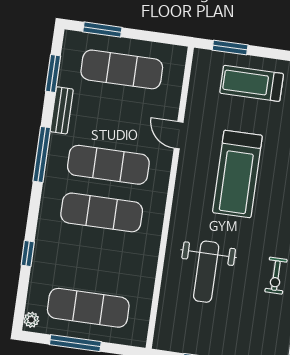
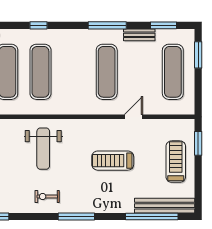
treadmill: (237, 174) -> (113, 161), width x0.73, depth x0.73
exercise mat: (102, 212) -> (40, 72), moved
weight bench: (206, 272) -> (43, 149), turned -90

